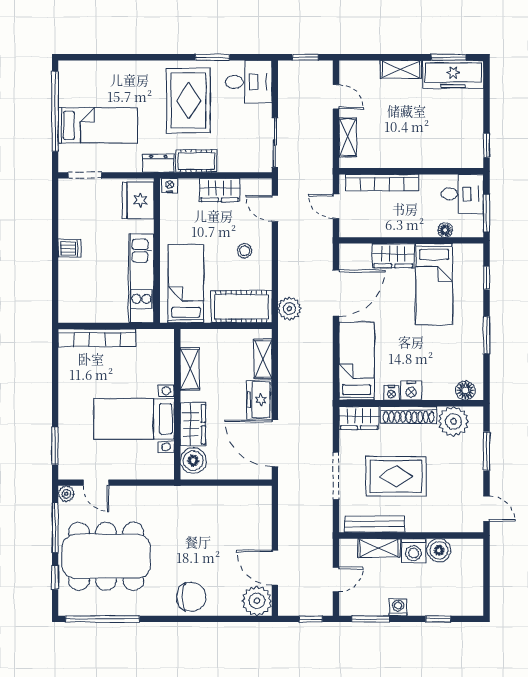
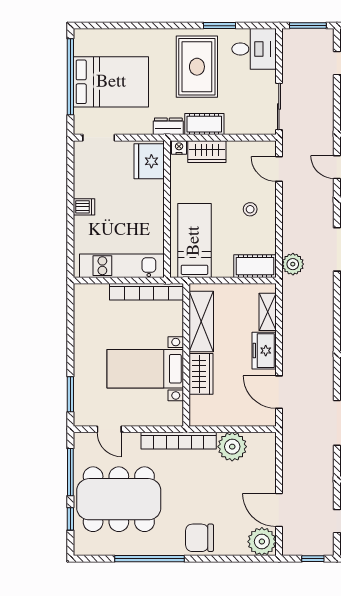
window: (305, 57) -> (308, 26), width x1.50
bed: (98, 125) -> (111, 82), width x1.50
wardrobe: (220, 190) -> (207, 152), moved
kitchen unit: (141, 278) -> (122, 266), moved, turned 90
cot: (241, 307) -> (255, 266), width x0.73, depth x0.75
bookcase: (97, 338) -> (147, 292), moved
shelving: (190, 369) -> (201, 321), width x1.50, depth x1.33
door: (275, 443) -> (279, 392), width x0.73
boiler: (193, 461) -> (201, 408), removed
plant: (66, 494) -> (232, 447), moved, width x1.87, depth x1.87
bookcase: (169, 495) -> (179, 441), added
chair: (191, 597) -> (200, 538), turned 180
window: (102, 619) -> (149, 559), moved

